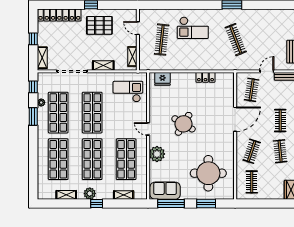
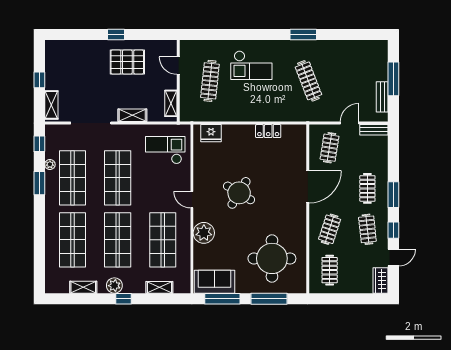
locker: (59, 15) -> (74, 48), removed
window: (206, 204) -> (269, 299), width x1.44

